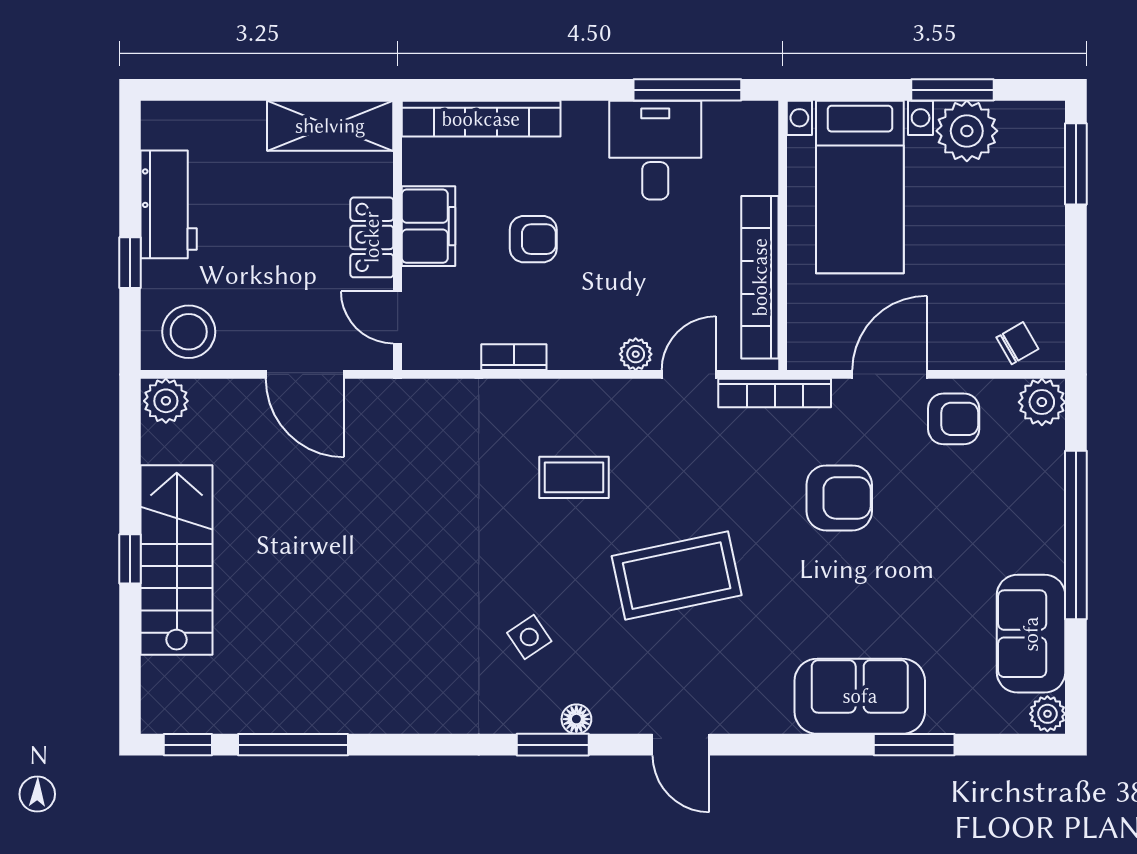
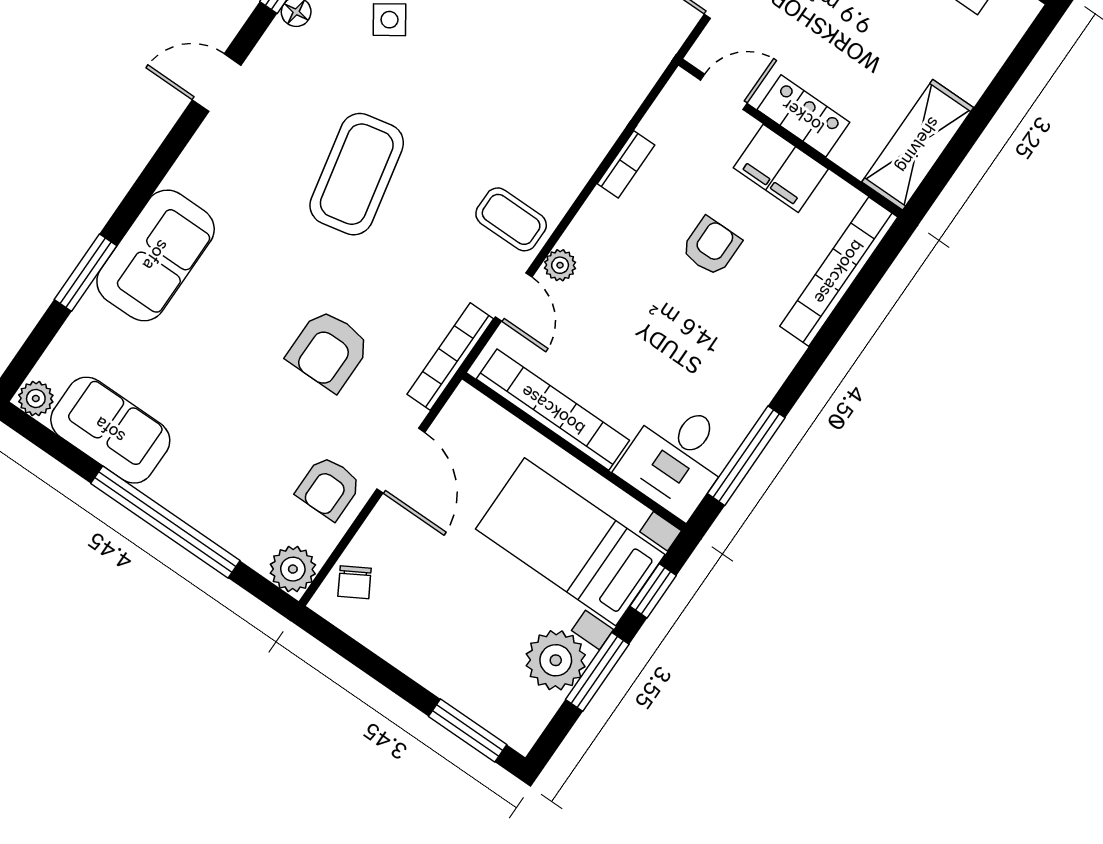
window: (853, 90) -> (653, 591), added
desk: (655, 150) -> (677, 458), moved, turned 90
armchair: (533, 239) -> (711, 246), turned 180
coffee table: (574, 477) -> (511, 219), moved, turned 90

